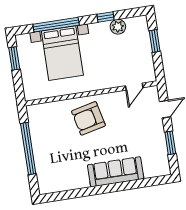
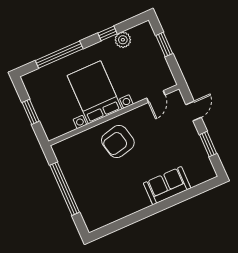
bed with nightstands: (62, 53) -> (95, 92), moved, turned 180
window: (14, 58) -> (31, 112), moved
sofa: (116, 172) -> (167, 186), width x0.73

